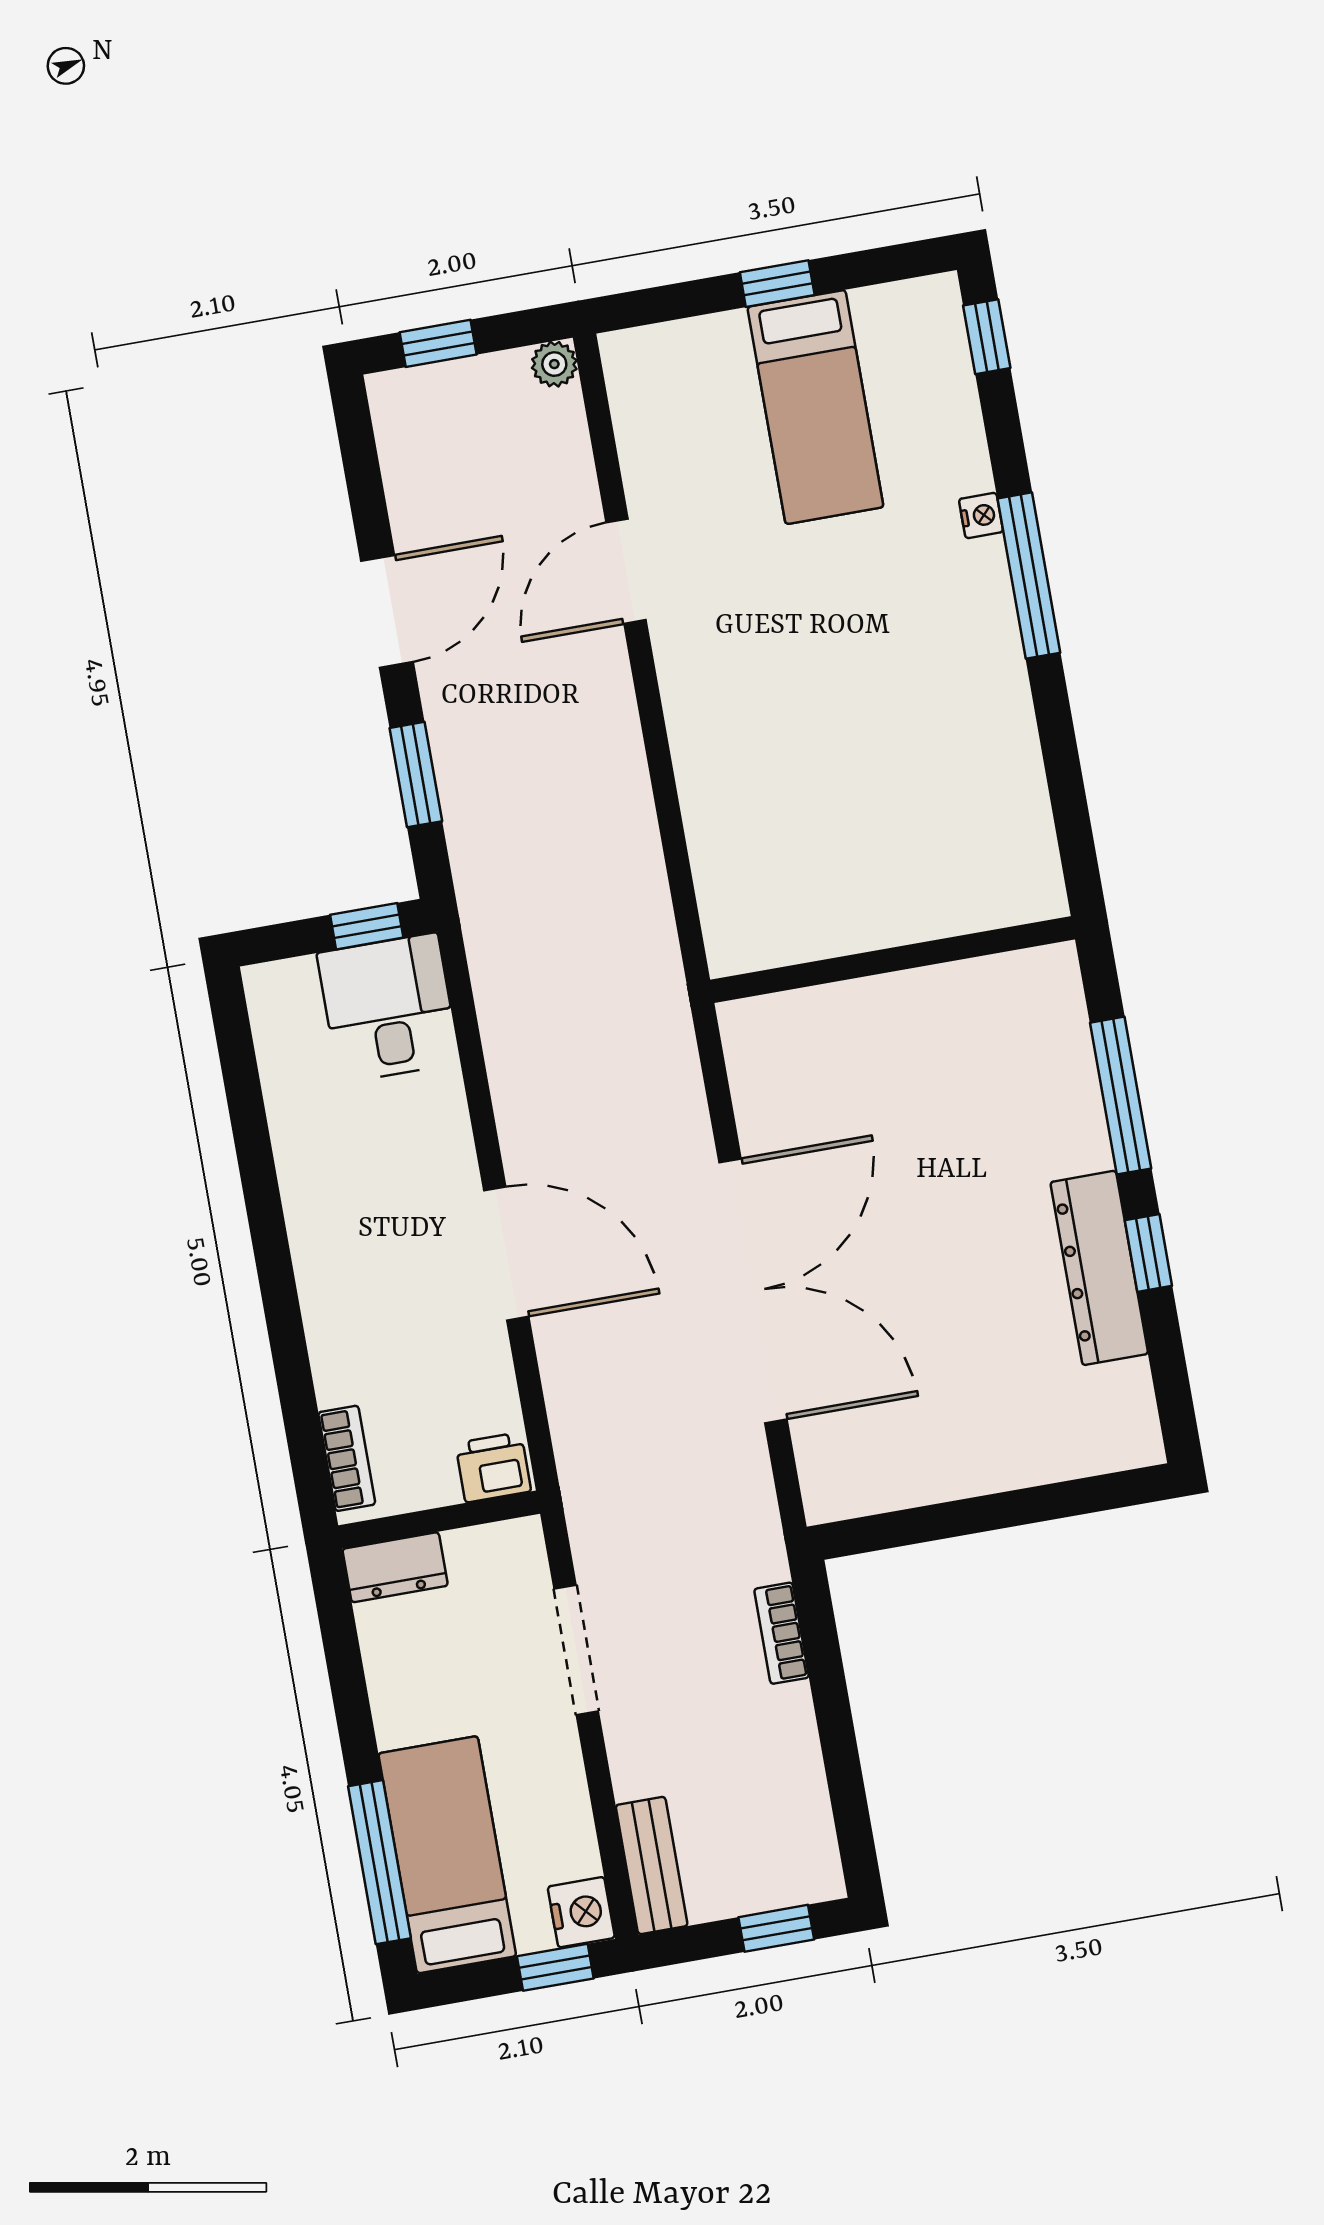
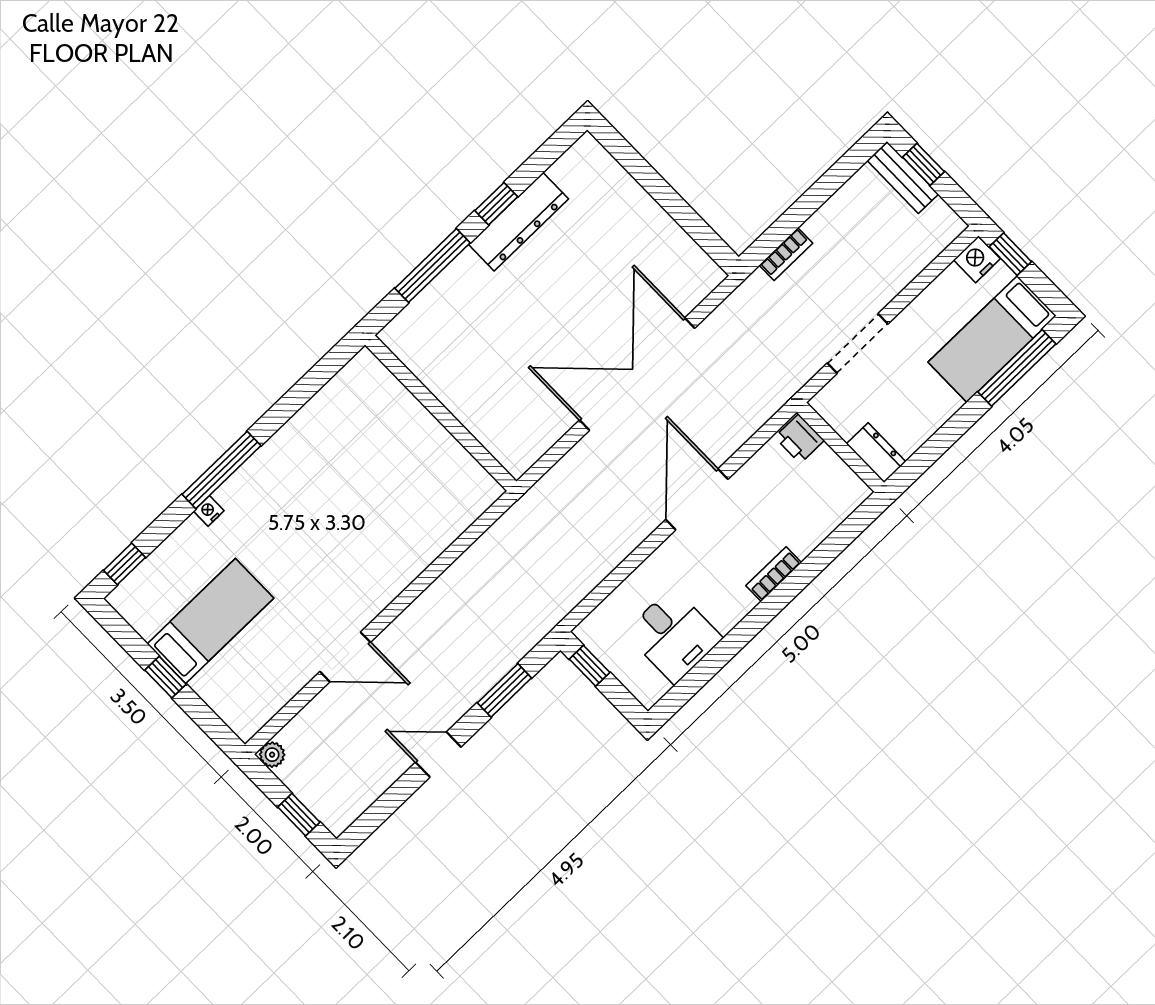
door: (387, 611) -> (438, 755), width x0.73
desk: (388, 1008) -> (673, 635), moved, turned -90
bookcase: (347, 1458) -> (774, 574), moved
bench: (652, 1865) -> (903, 178), moved, turned 90

